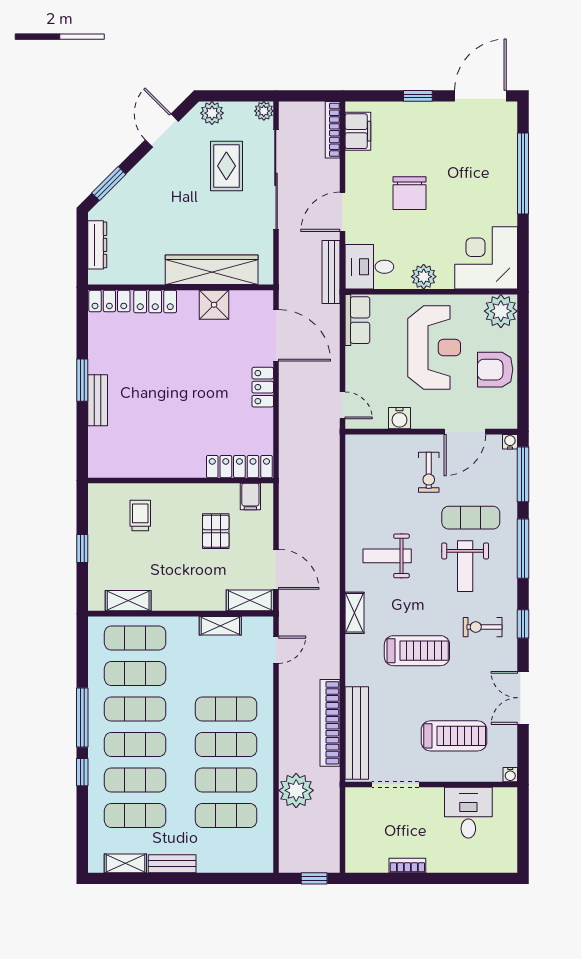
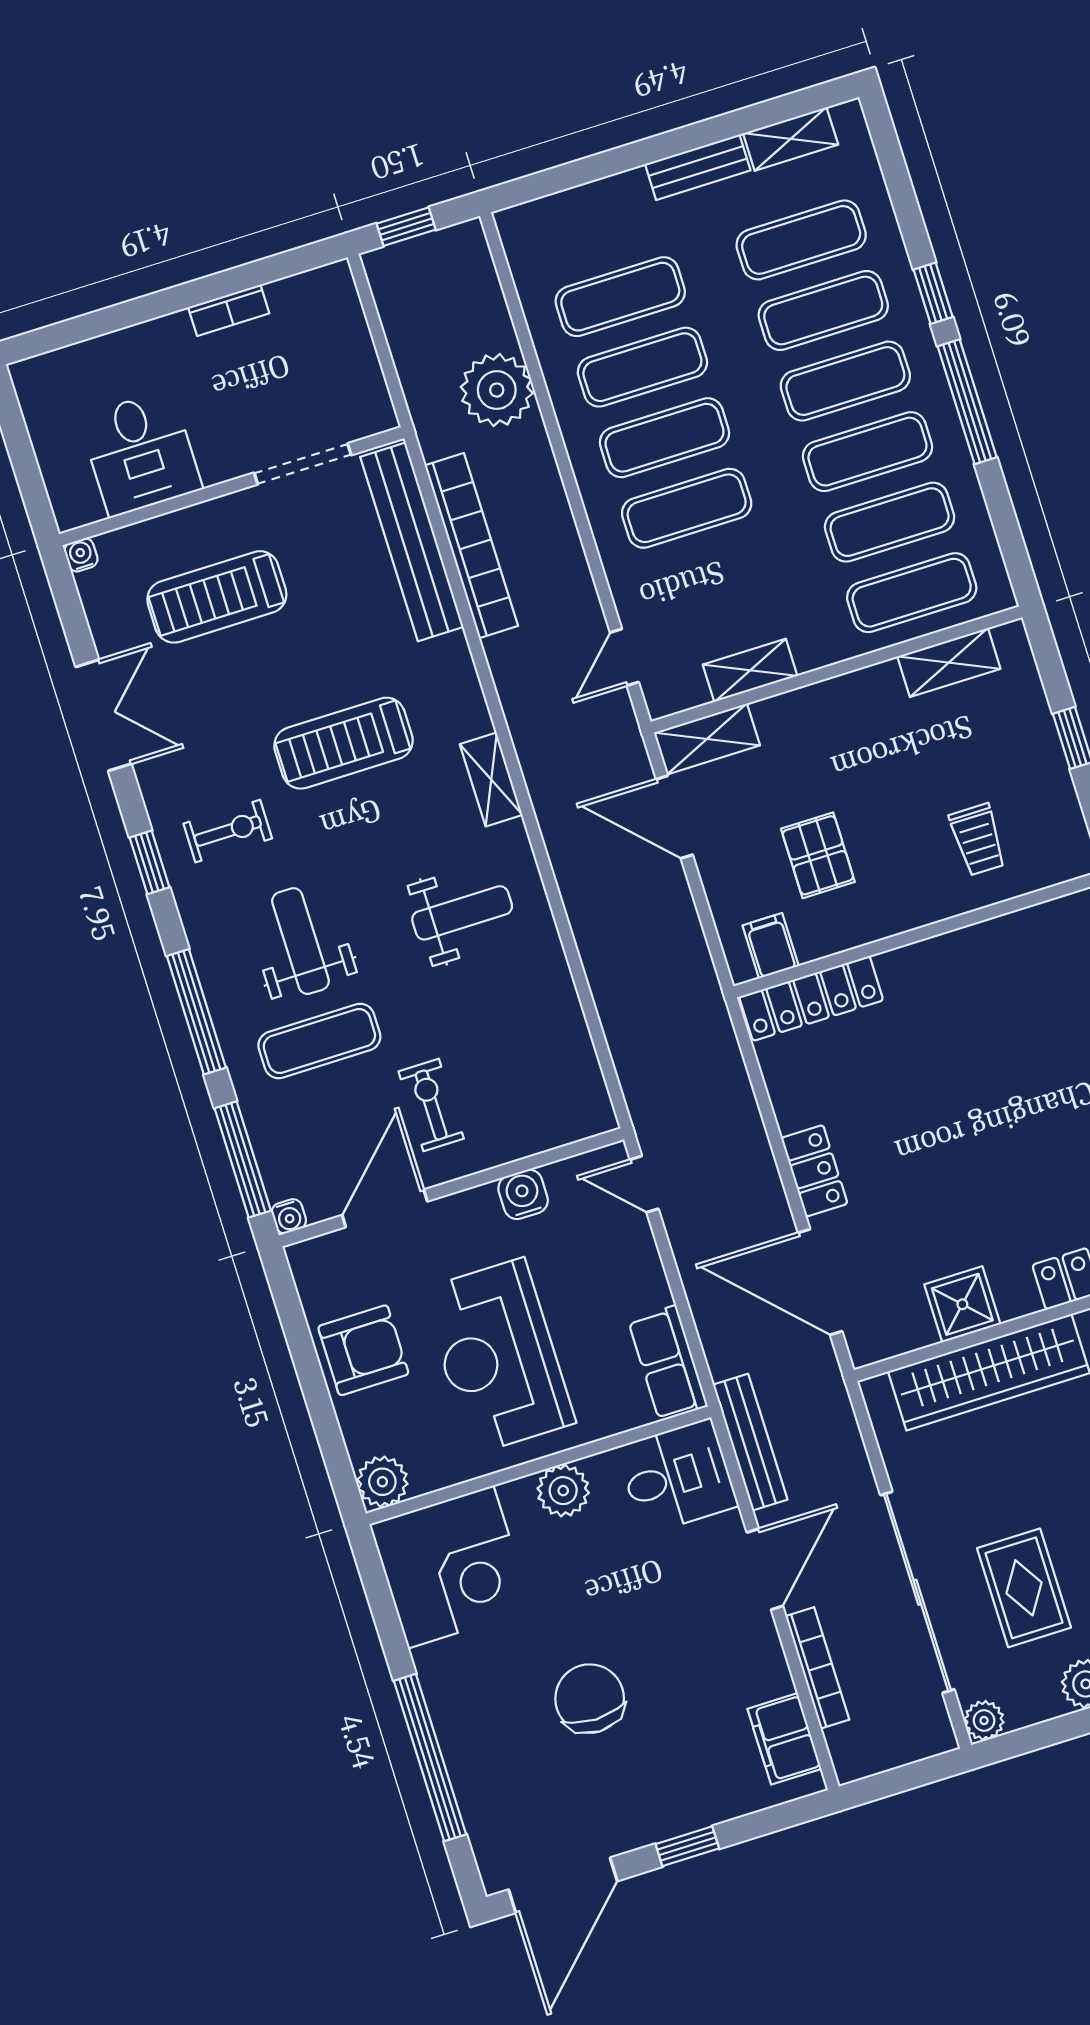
bookcase: (333, 130) -> (817, 1668), moved
chair: (409, 193) -> (590, 1699), moved
plant: (501, 311) -> (382, 1482), width x0.73, depth x0.73

